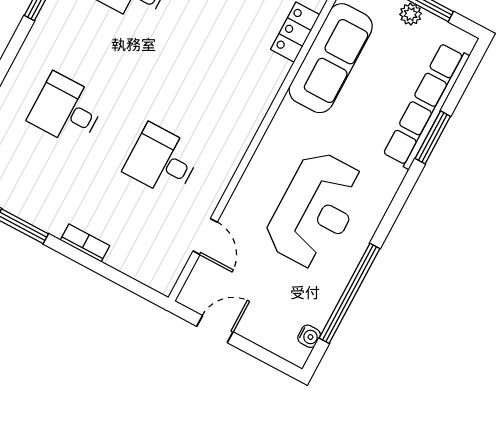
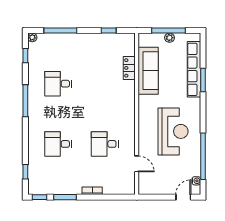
door: (215, 329) -> (183, 197), moved

